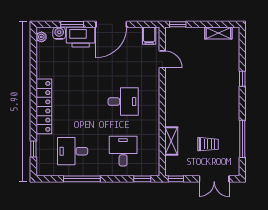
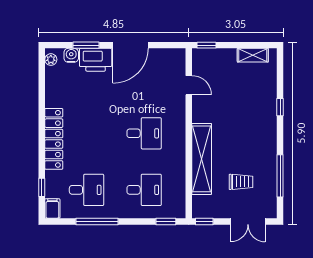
filing cabinet: (149, 36) -> (52, 208), moved, turned 180
shelving: (171, 141) -> (202, 159), width x2.20, depth x1.33
desk: (73, 151) -> (87, 190), turned 180
desk: (123, 151) -> (144, 190), turned 90

